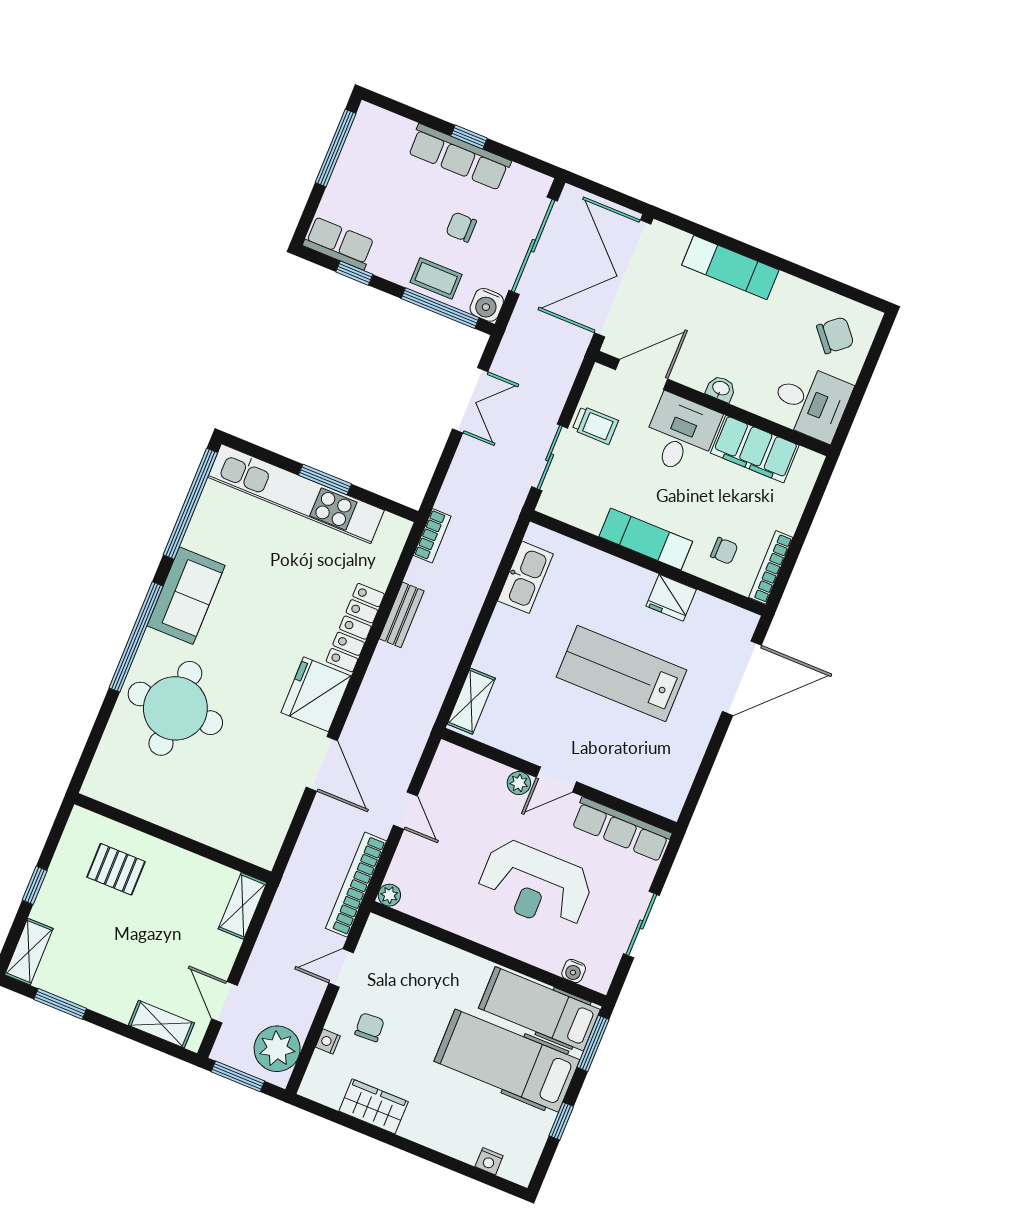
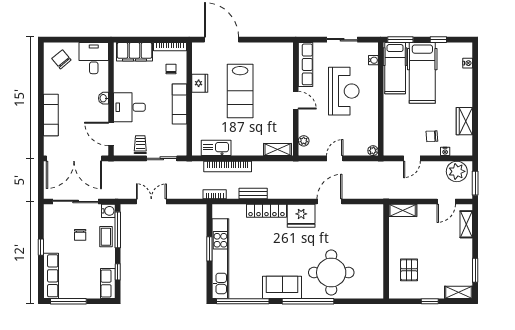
row of seats: (459, 157) -> (51, 276), moved
filing cabinet: (755, 449) -> (135, 52), moved, turned 90
plant: (519, 783) -> (304, 141), moved
bookcase: (356, 885) -> (228, 166), moved
door: (341, 968) -> (412, 158), hinge flipped

